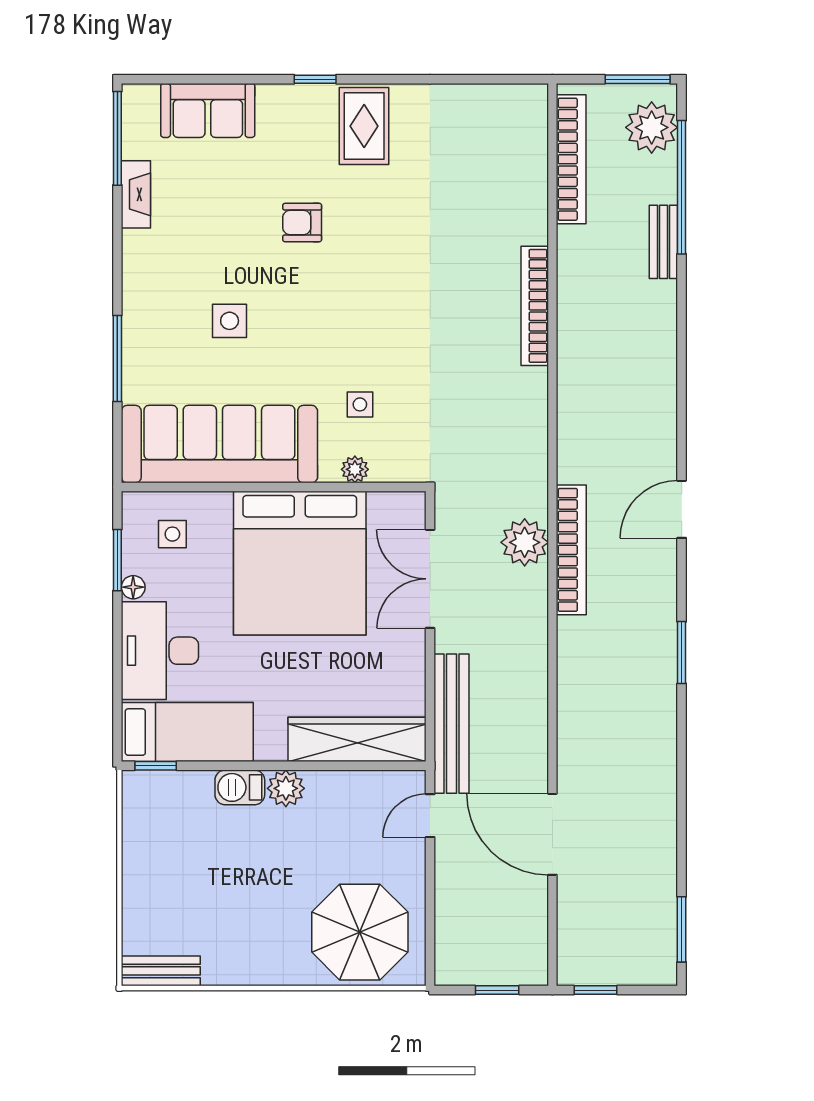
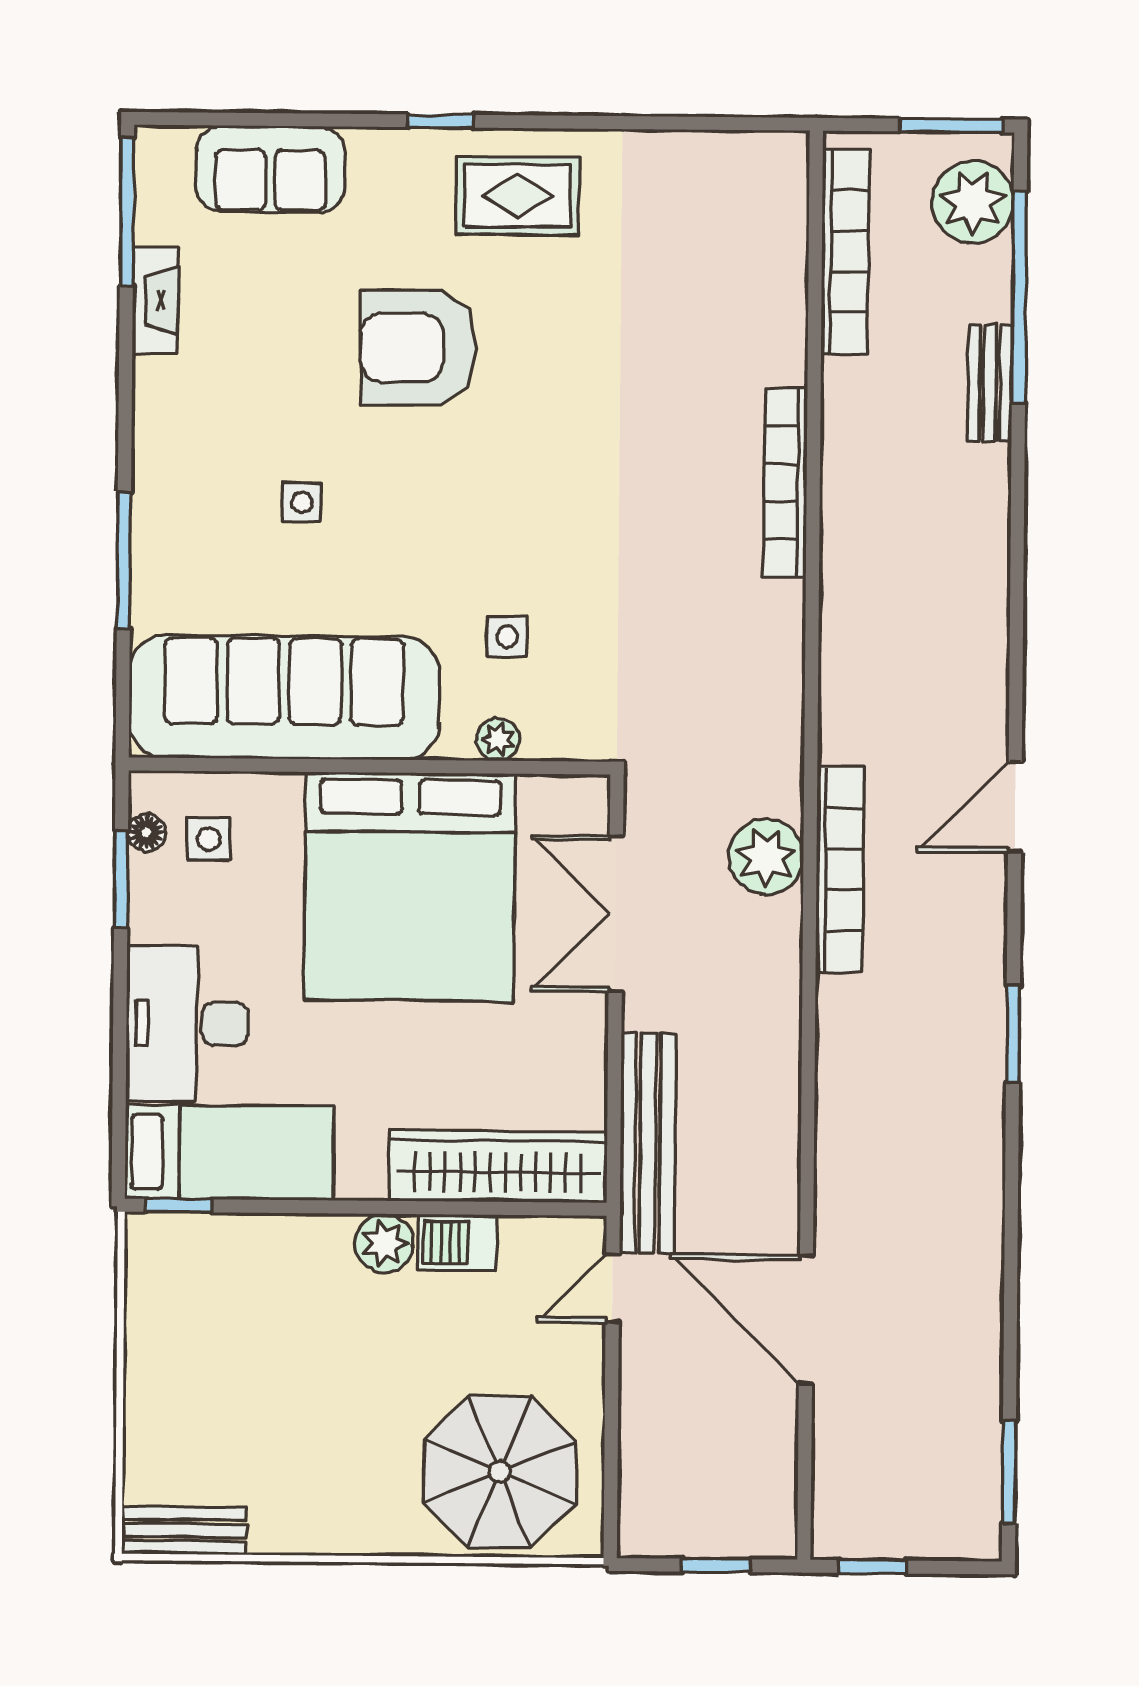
rug: (364, 126) -> (518, 196), turned 90
armchair: (302, 223) -> (418, 348), width x1.88, depth x1.88
side table: (230, 321) -> (302, 502), width x0.73, depth x0.73
floor lamp: (133, 587) -> (147, 832), moved
barbecue: (240, 787) -> (457, 1242), moved

